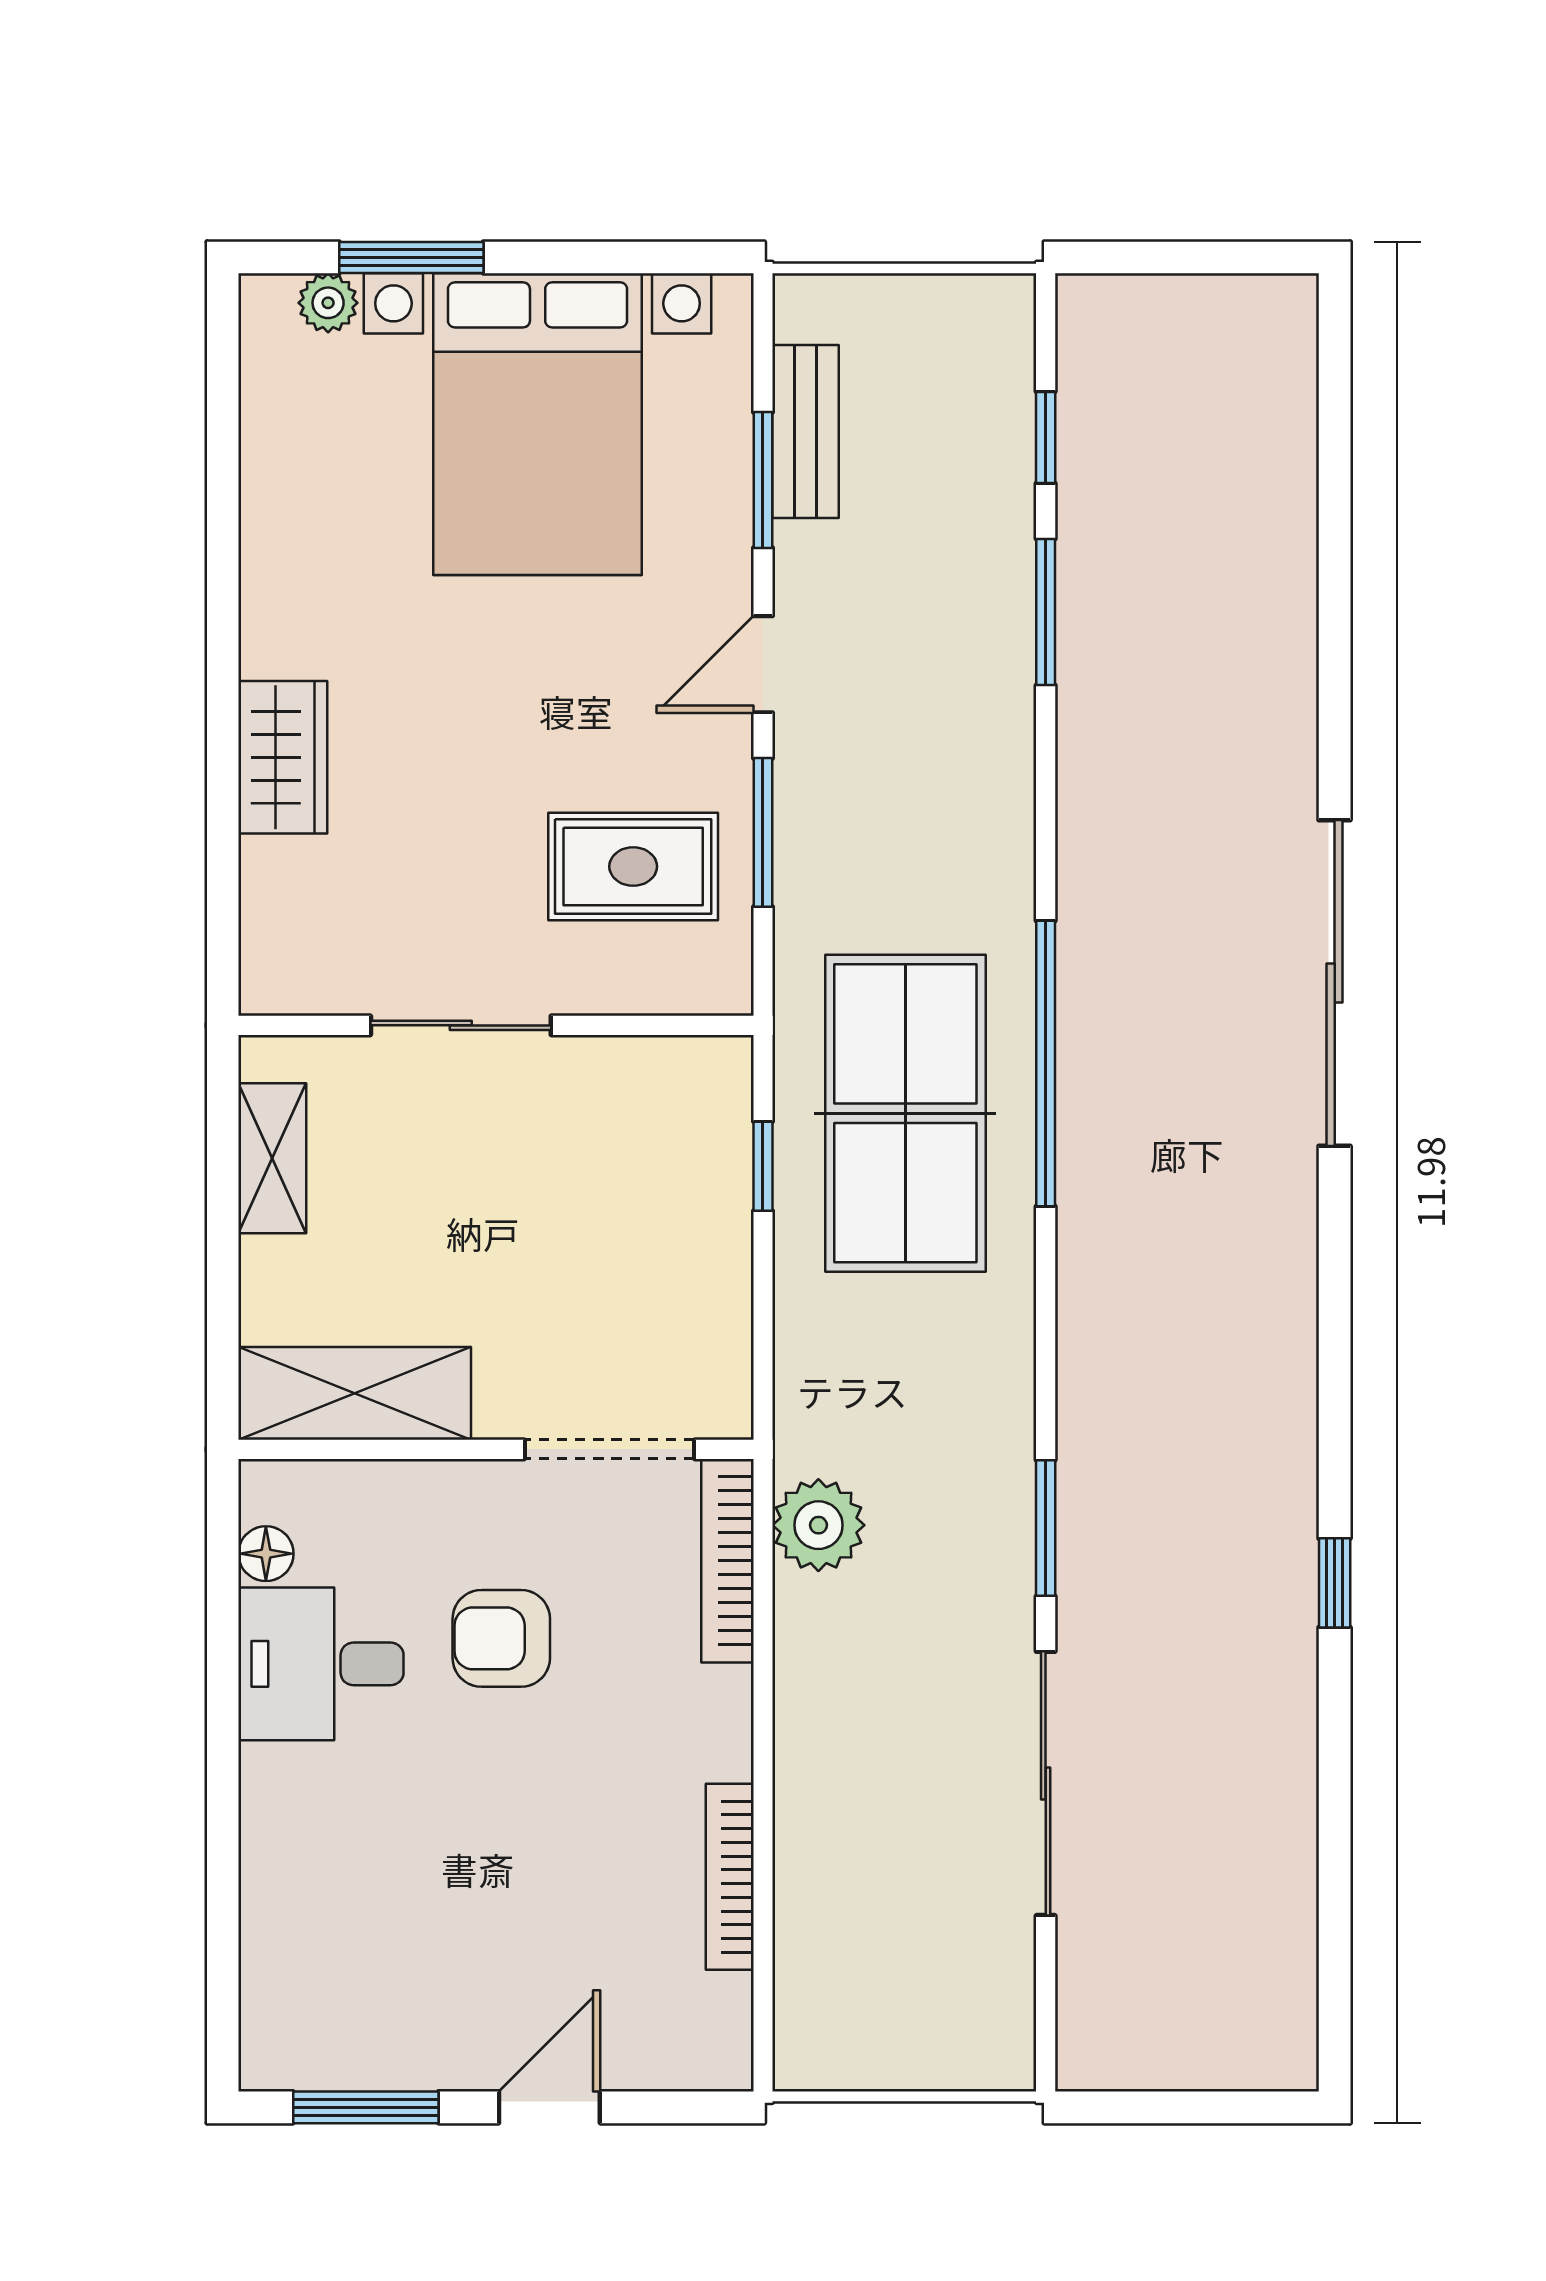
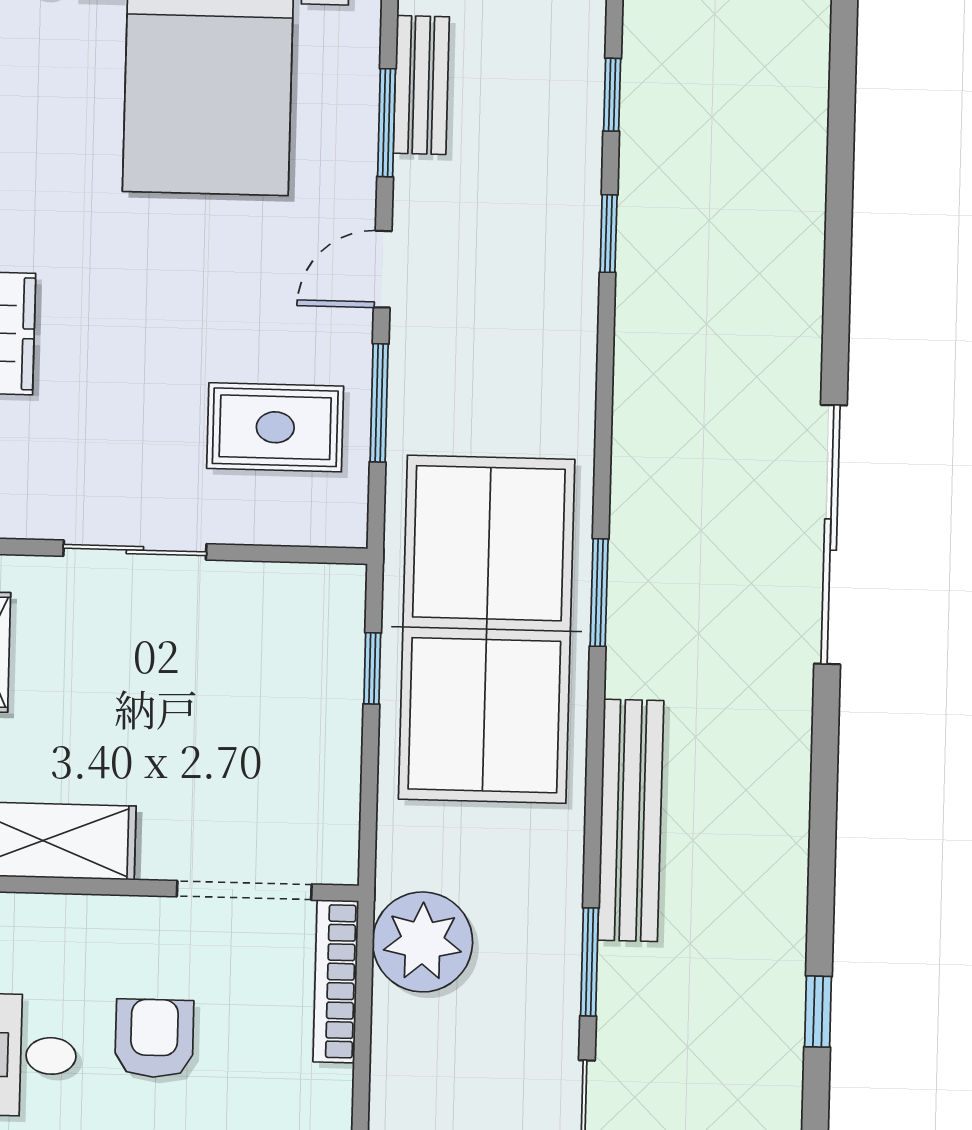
window: (1046, 612) -> (609, 234), width x0.67
window: (1046, 1063) -> (599, 593), width x0.47
table tennis table: (905, 1113) -> (487, 629), width x1.36, depth x1.32
bench: (1093, 1349) -> (631, 820), added
plant: (818, 1525) -> (423, 942), width x1.36, depth x1.36
armchair: (501, 1638) -> (154, 1038), turned 90

